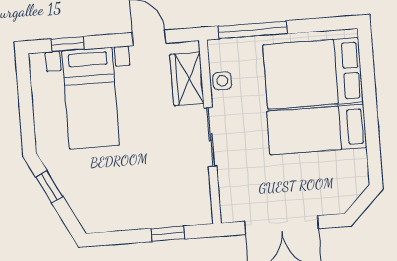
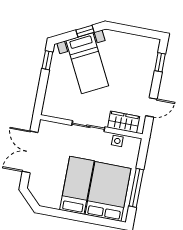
window: (253, 30) -> (136, 188), moved
bed with nightstands: (91, 98) -> (87, 63), moved, turned -117
window: (168, 234) -> (47, 60), moved

